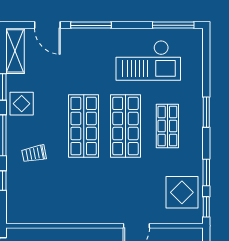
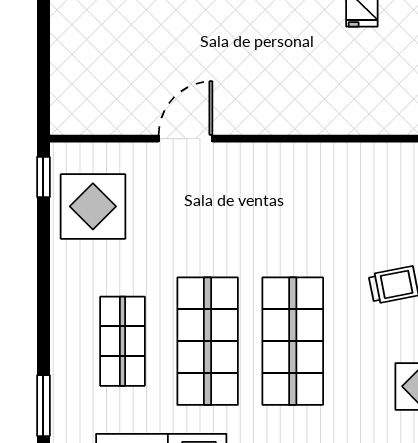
window: (206, 112) -> (43, 406), moved
window: (206, 172) -> (43, 247), removed

